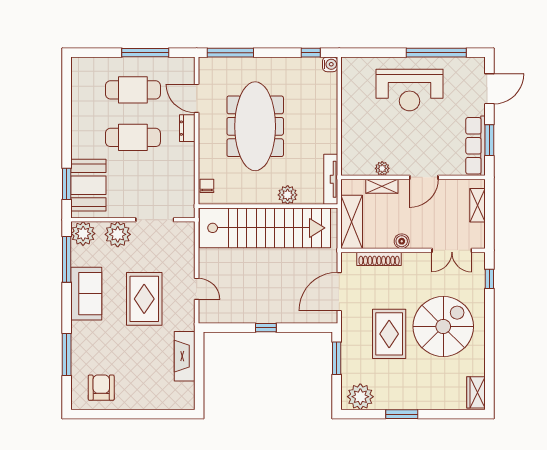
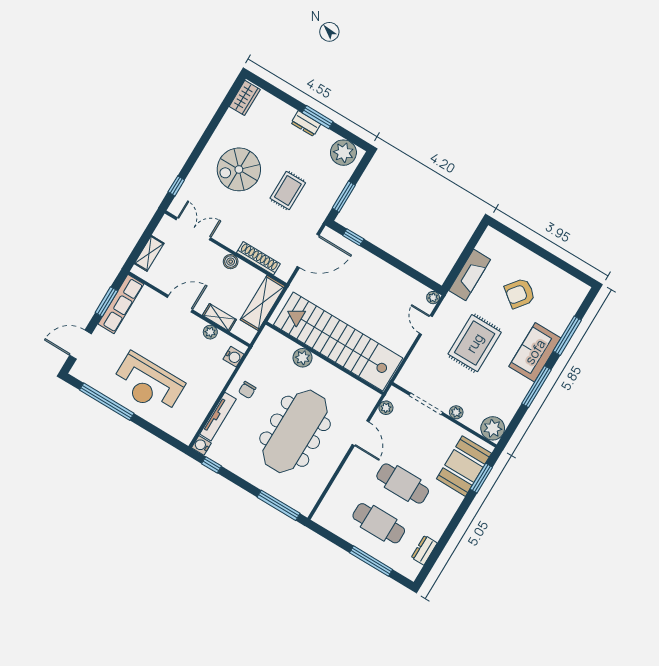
window: (145, 53) -> (371, 561), moved
reception desk: (410, 90) -> (148, 384), turned 180
door: (197, 98) -> (361, 433), moved
dresser: (187, 128) -> (424, 550), moved, turned 180
water cooler: (349, 159) -> (233, 357), added
tv unit: (331, 179) -> (218, 417), moved
chair: (207, 186) -> (247, 390), moved
plant: (188, 195) -> (386, 408), added
plant: (118, 234) -> (456, 412), width x0.53, depth x0.53
window: (67, 259) -> (536, 387), moved
sofa: (86, 294) -> (535, 352), moved
plant: (205, 317) -> (433, 298), added
spiral stairs: (443, 327) -> (239, 169), width x0.73, depth x0.73
window: (266, 328) -> (353, 237), moved
rug: (389, 334) -> (288, 190), width x0.73, depth x0.70
armchair: (101, 388) -> (520, 293), moved, turned 38
dresser: (409, 402) -> (306, 124), added

